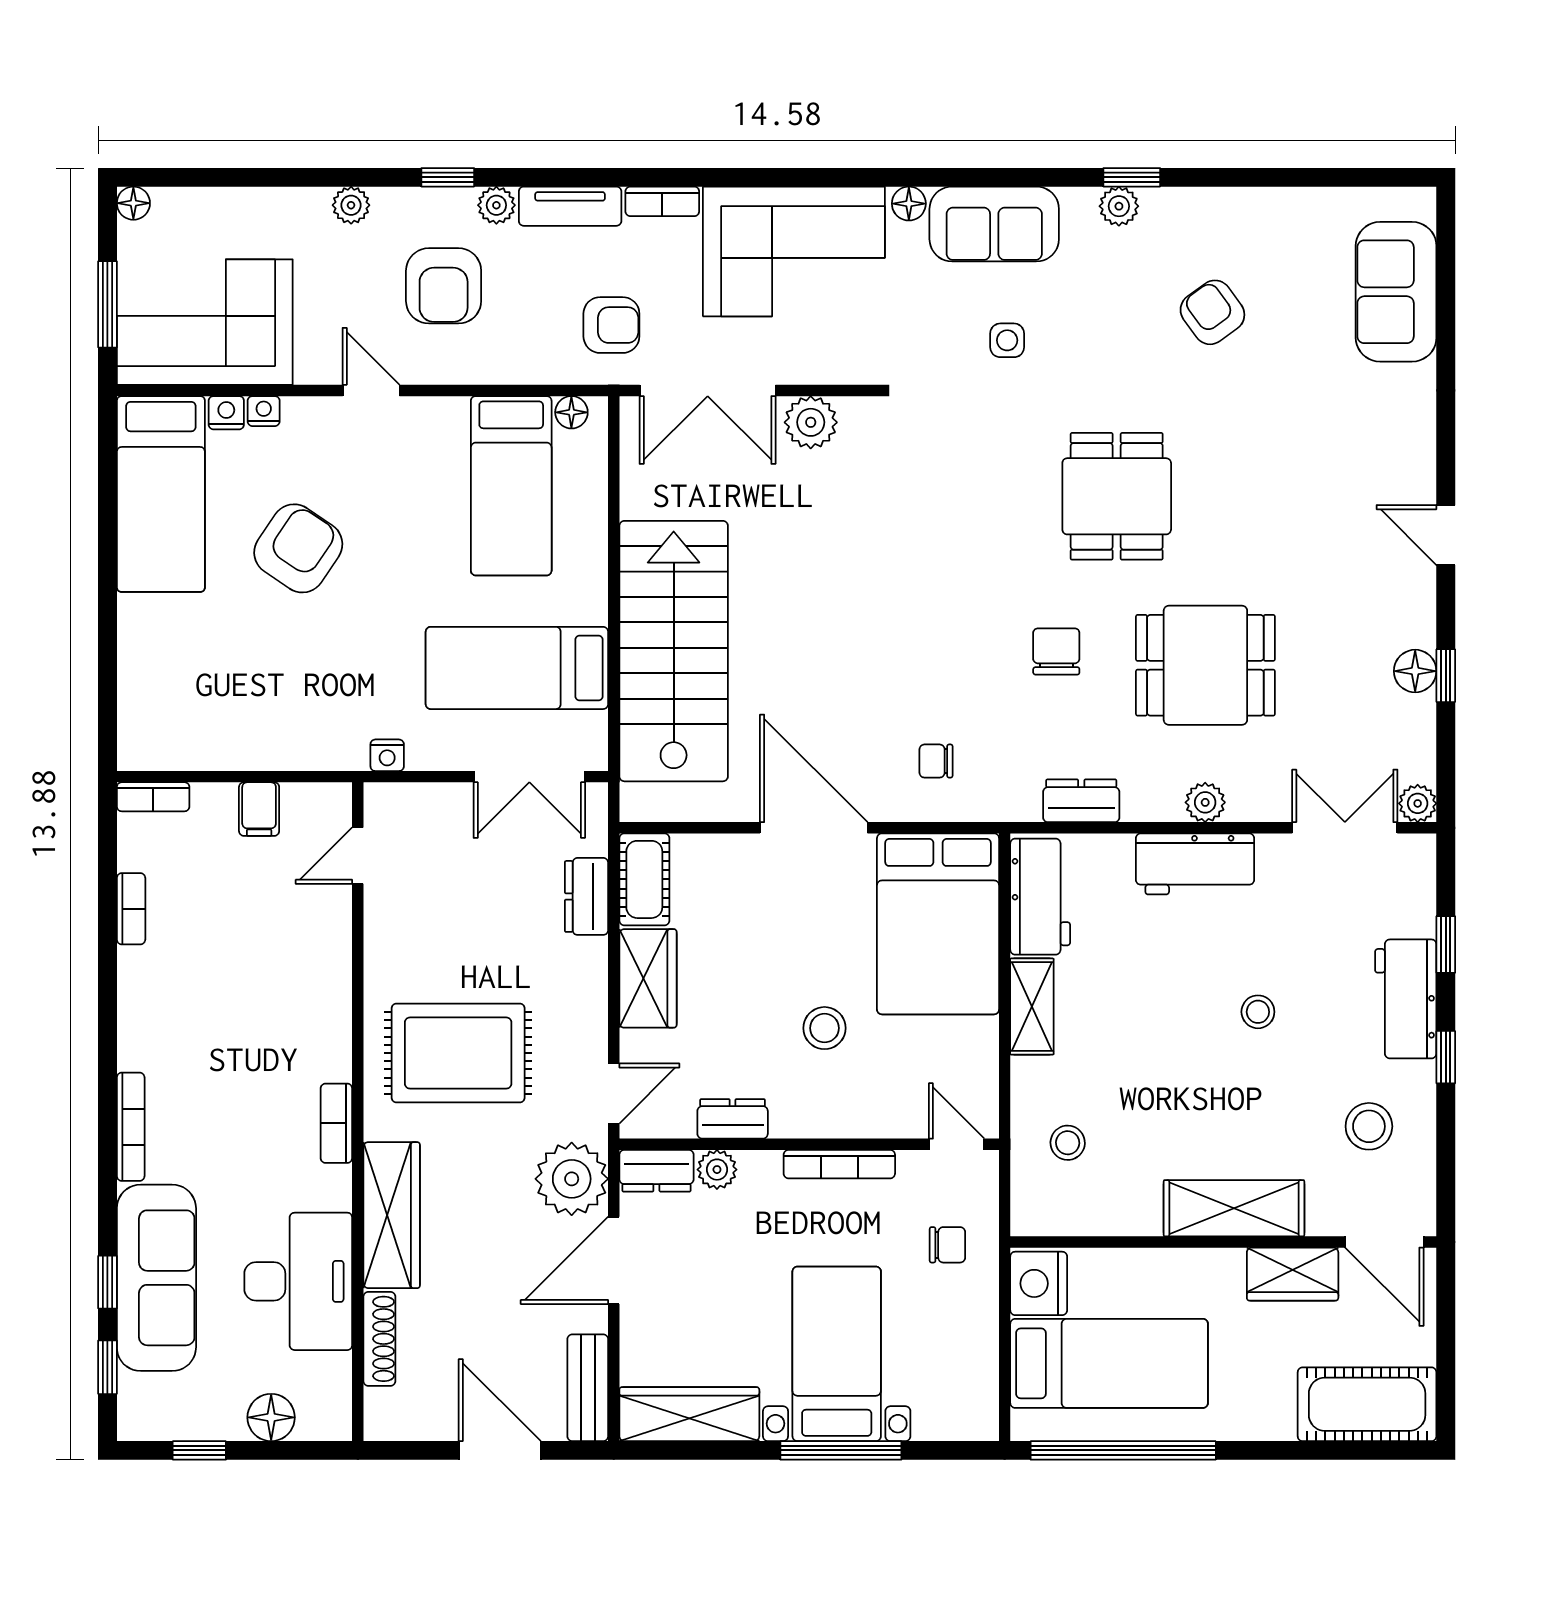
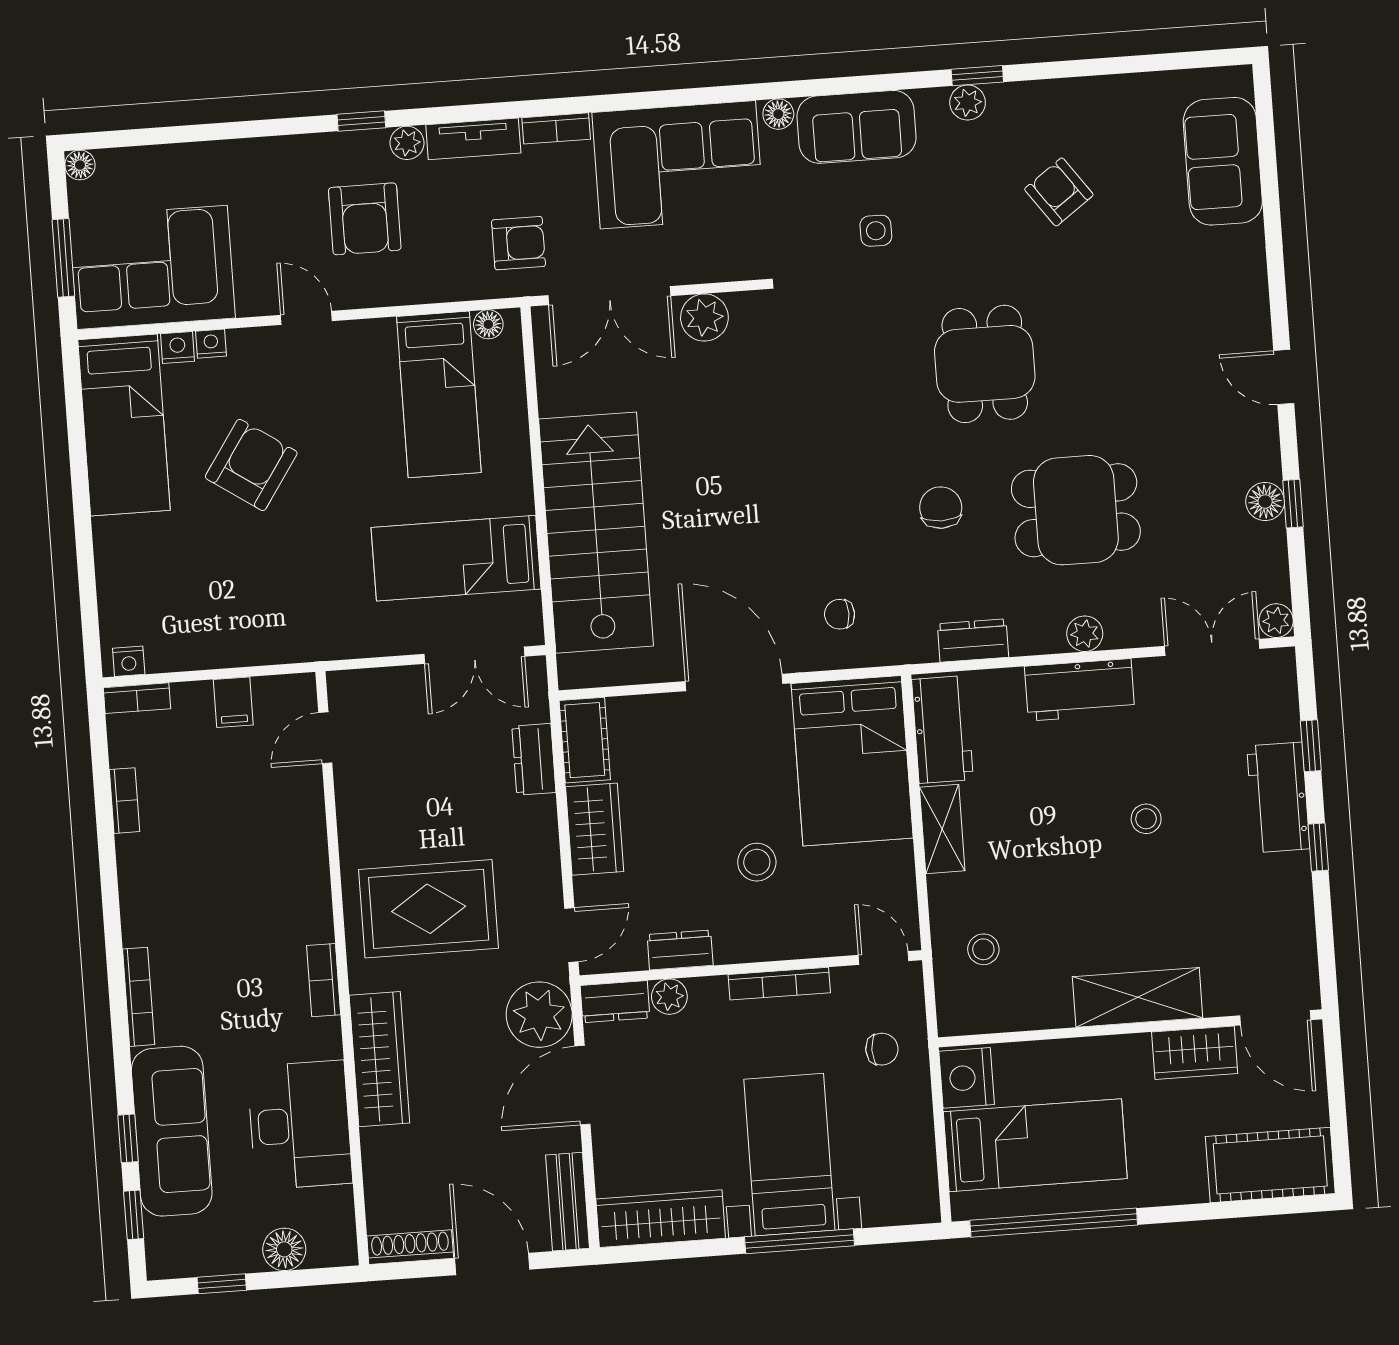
plant: (351, 205) -> (276, 152), removed
nightstand: (387, 755) -> (129, 661), moved
stool: (1369, 1126) -> (1254, 915), removed
shoe rack: (379, 1339) -> (410, 1247), moved, turned -90

